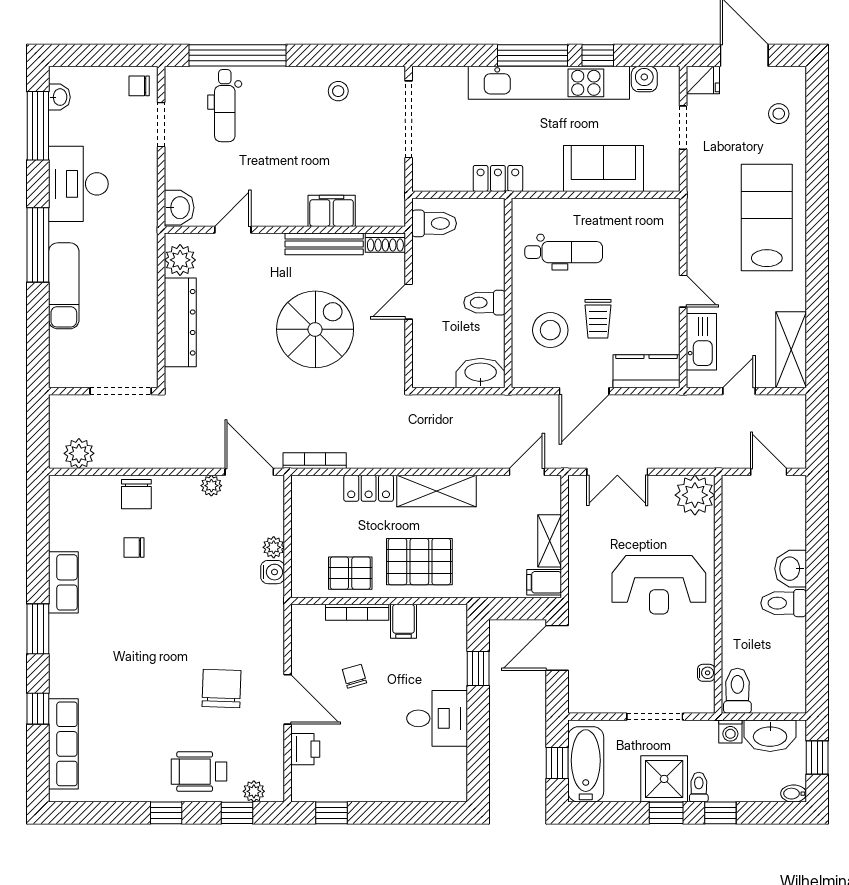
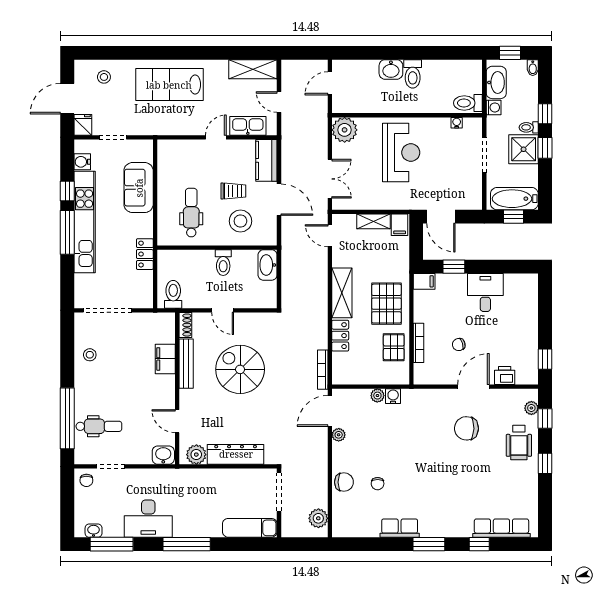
exam couch: (64, 286) -> (250, 528), moved
filing cabinet: (403, 621) -> (424, 281), moved

